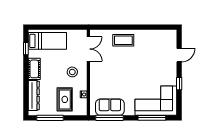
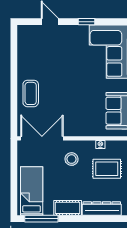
window: (26, 49) -> (41, 219), width x2.17
double door: (88, 49) -> (42, 138), width x1.37

